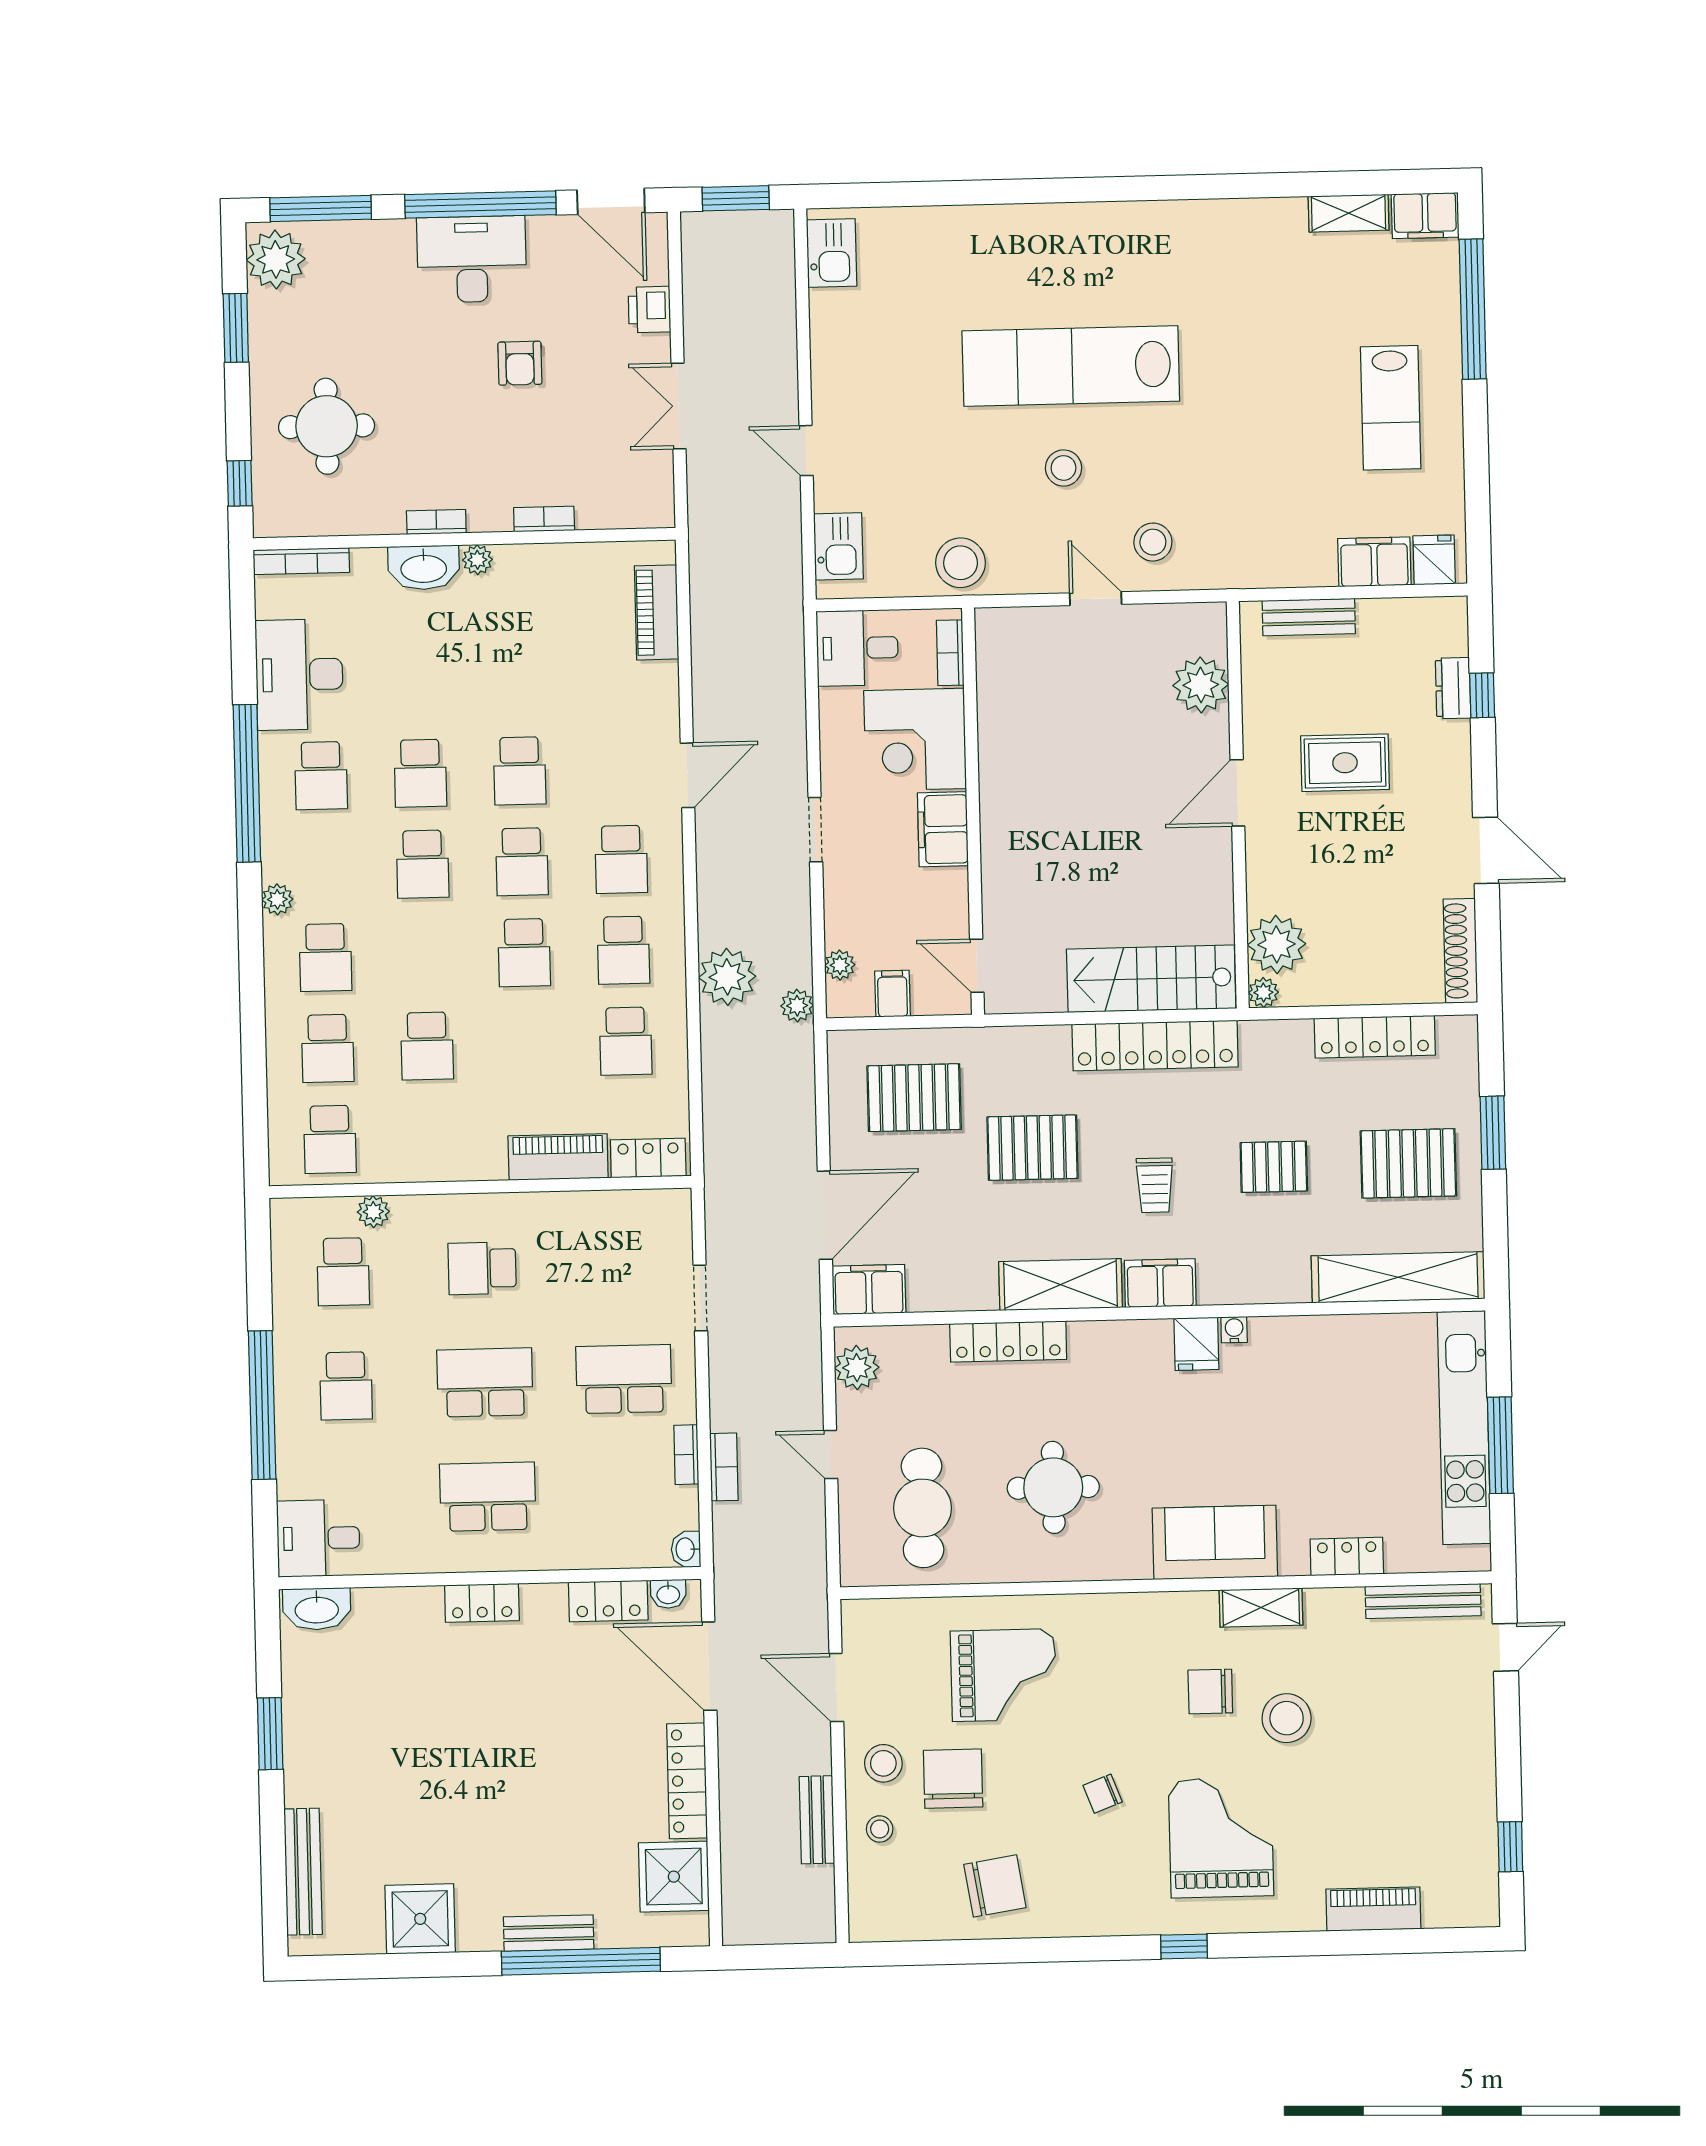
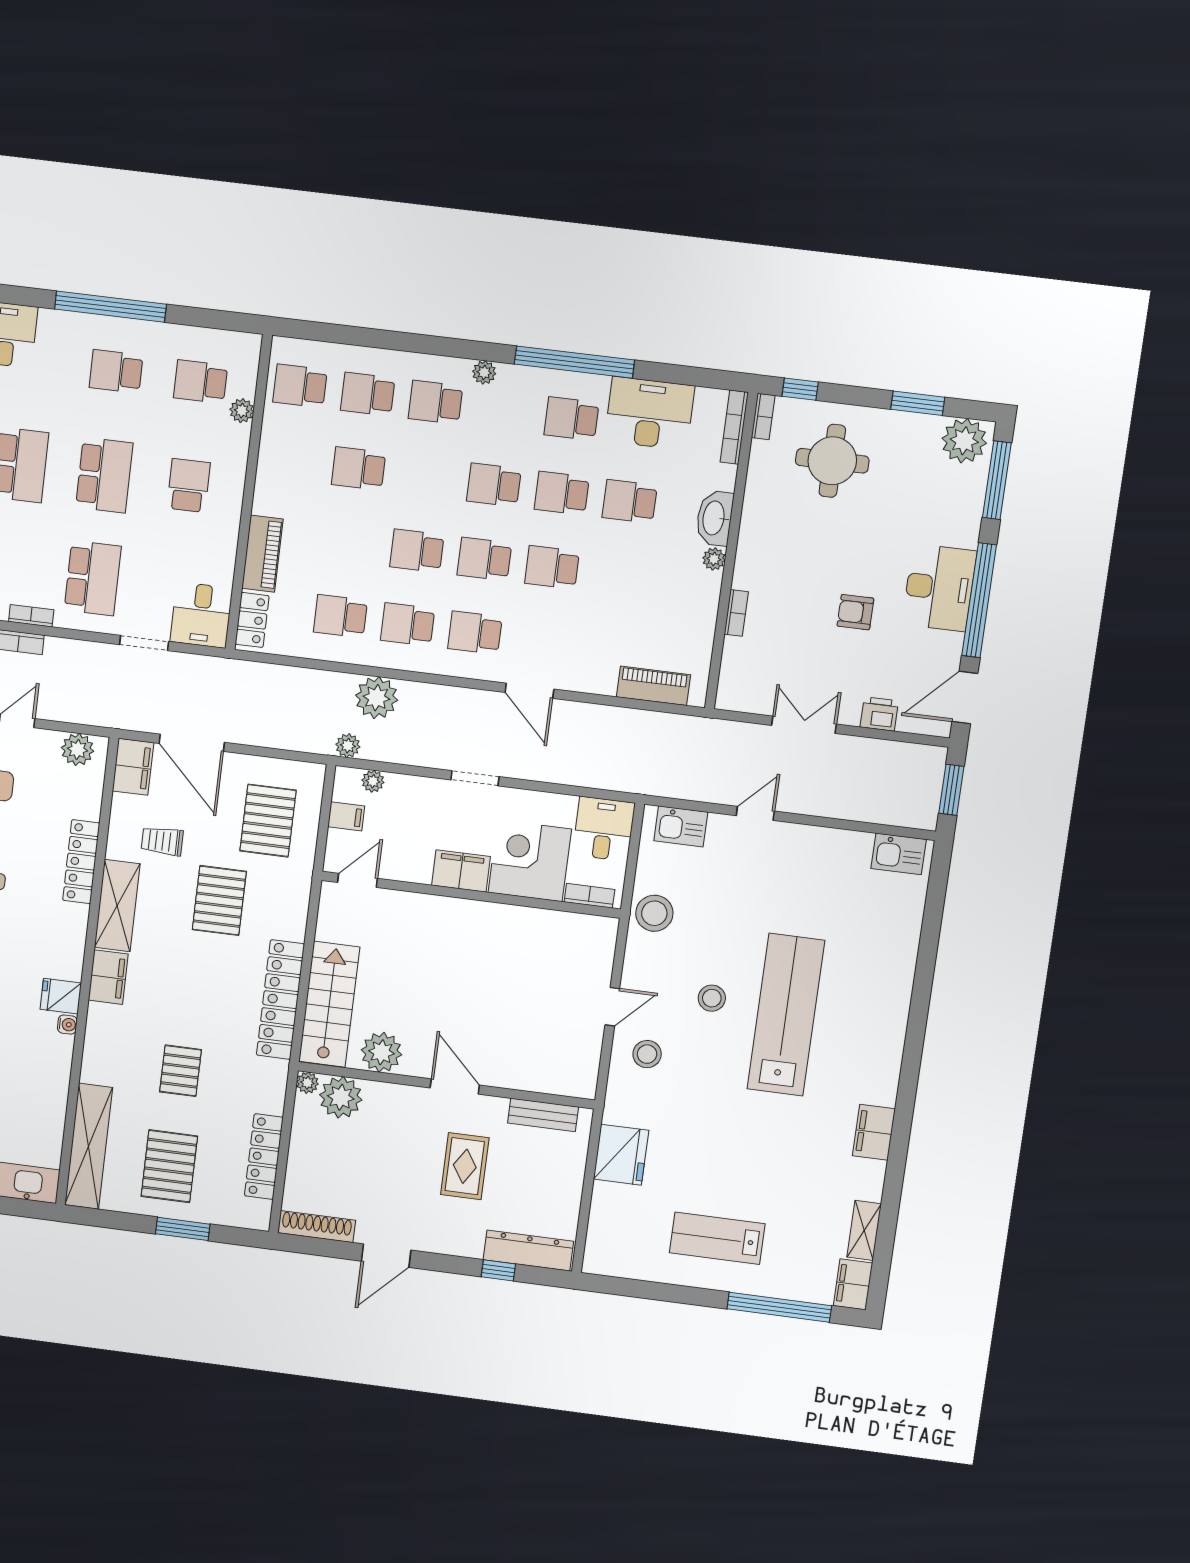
bookcase: (436, 522) -> (763, 416), moved
fridge: (1434, 560) -> (621, 1155), moved, width x1.88, depth x1.34
filing cabinet: (1374, 562) -> (874, 1132), moved, turned 180
bench: (1309, 617) -> (543, 1115), moved, turned 90
school desk: (418, 682) -> (630, 501), added
plant: (1201, 685) -> (381, 1052), moved
dresser: (1453, 688) -> (528, 1251), width x1.96, depth x1.24
trolley: (1155, 1185) -> (162, 841), moved
desk: (652, 1227) -> (201, 615), added

